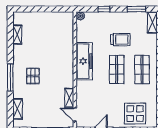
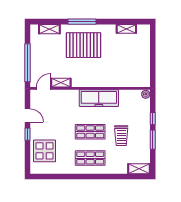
window: (137, 9) -> (153, 140), moved
pallet: (33, 76) -> (83, 45), width x2.05, depth x2.00

